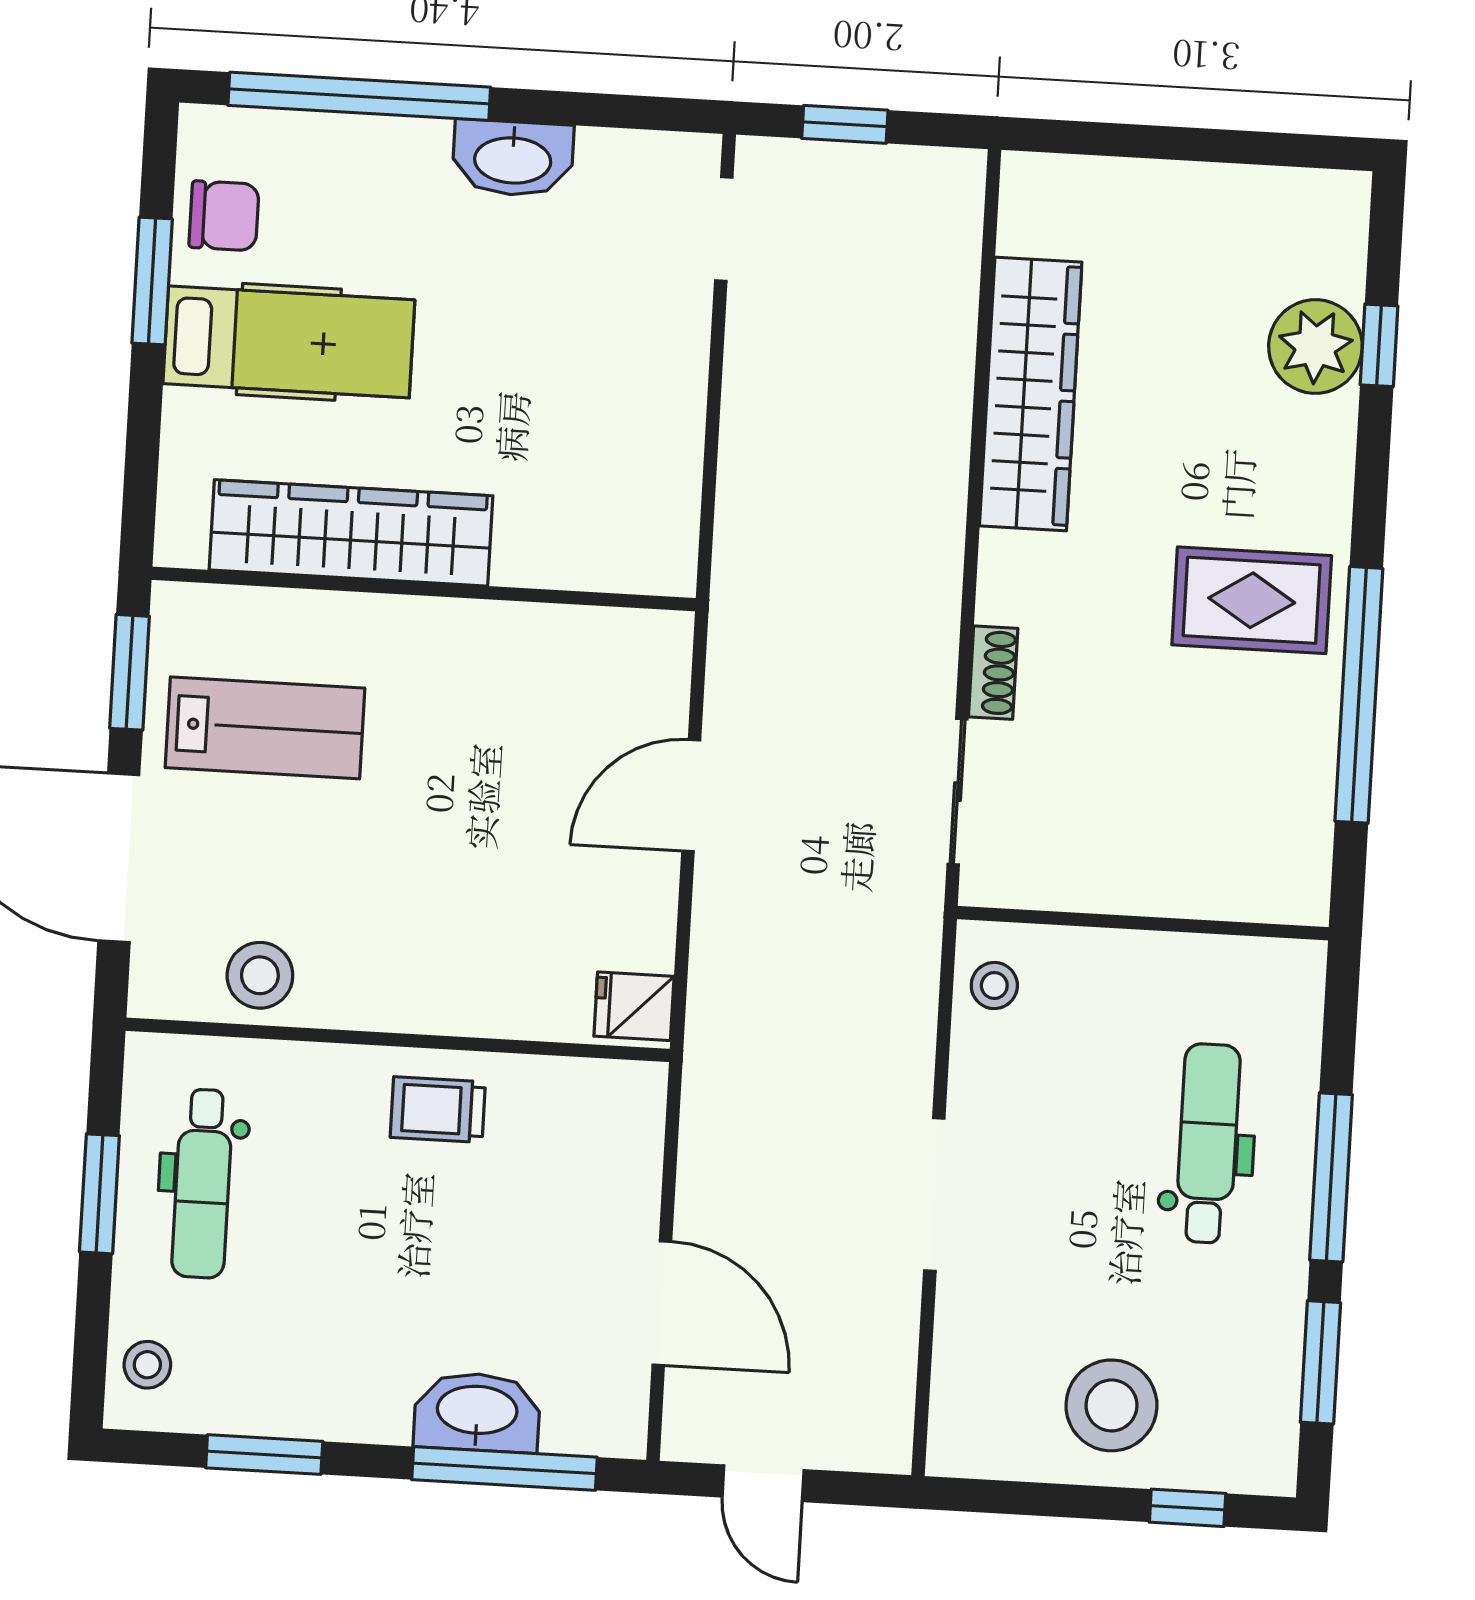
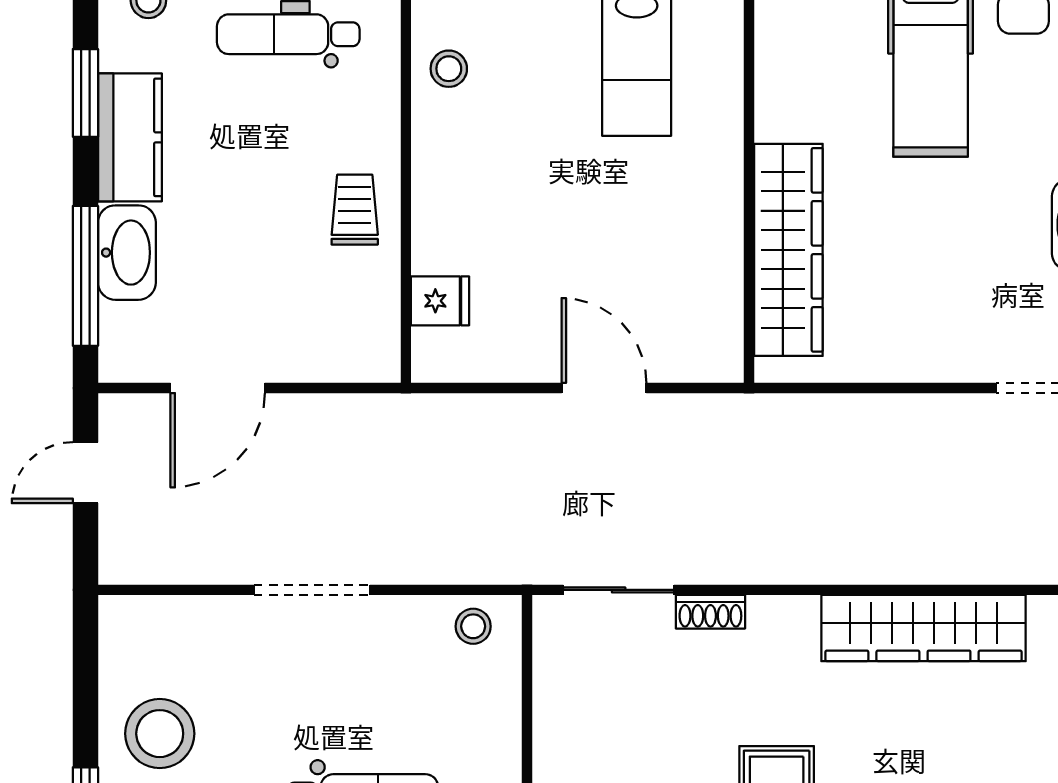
wardrobe: (351, 533) -> (788, 250), moved
stool: (260, 975) -> (449, 69), width x0.73, depth x0.73
fridge: (634, 1006) -> (440, 301), moved, turned 90
kitchen counter: (326, 1399) -> (130, 137), added

